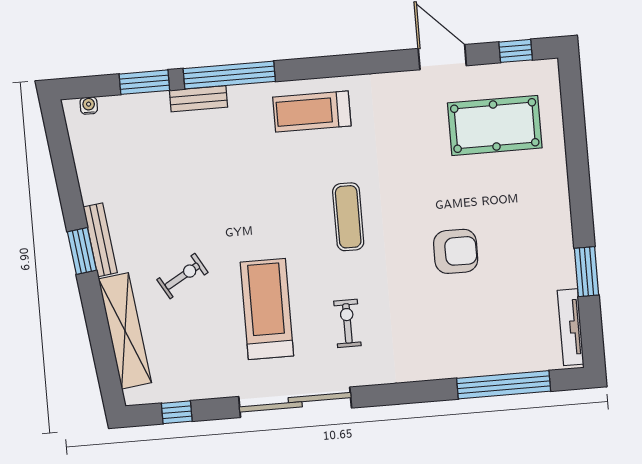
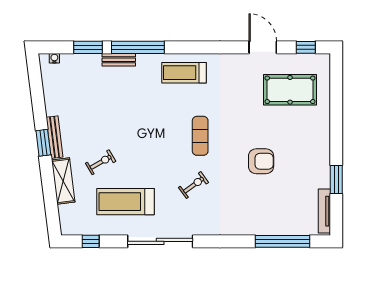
treadmill: (267, 309) -> (125, 202), moved, turned -90
exercise bike: (347, 323) -> (194, 185), moved, turned 54
shelving: (125, 331) -> (63, 181), width x0.68

